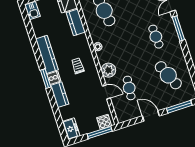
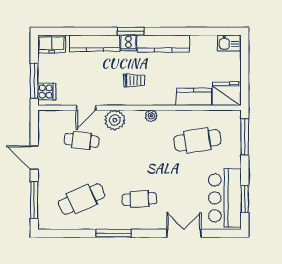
window: (178, 28) -> (113, 233), moved
kitchen counter: (60, 95) -> (95, 43), width x1.50
door: (151, 116) -> (34, 158), swing flipped

